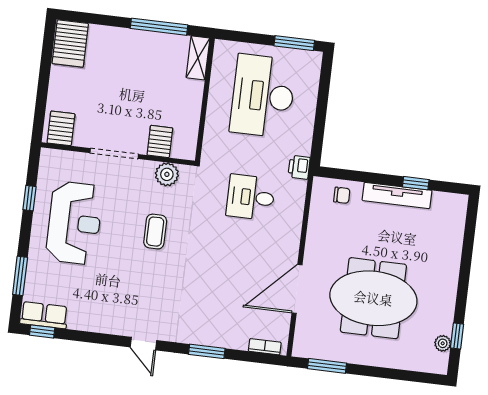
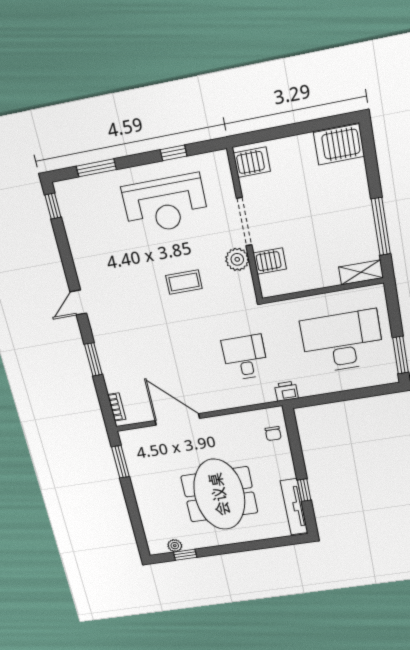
plant: (167, 174) -> (237, 259), moved
tv unit: (397, 195) -> (294, 507), moved
meeting table: (373, 298) -> (219, 494), moved
row of seats: (44, 315) -> (68, 203), removed

